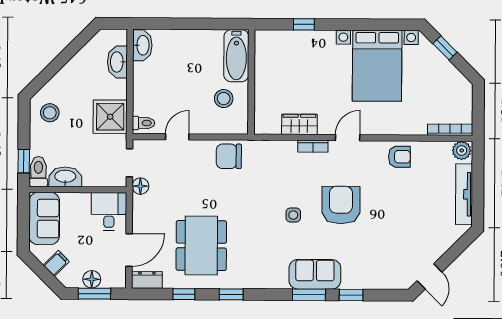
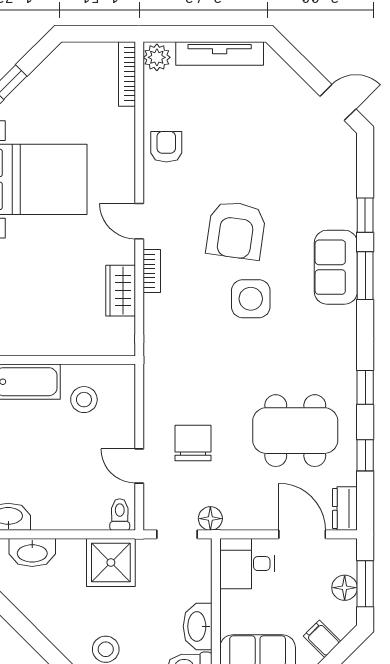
chair: (229, 156) -> (193, 443), moved, turned 180
armchair: (341, 205) -> (236, 230), turned -82
side table: (293, 215) -> (251, 299), width x1.87, depth x1.87

